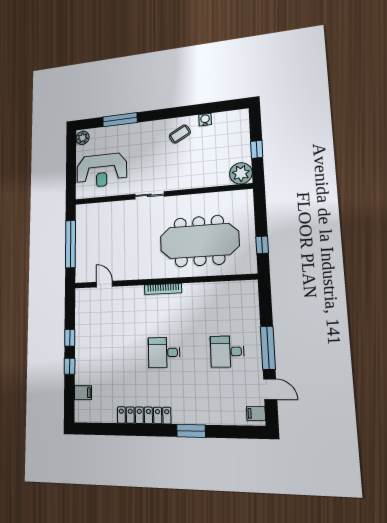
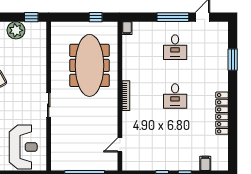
window: (257, 149) -> (31, 17), moved
plant: (241, 173) -> (16, 30), moved
filing cabinet: (256, 413) -> (127, 28), moved
window: (191, 431) -> (233, 60), moved

